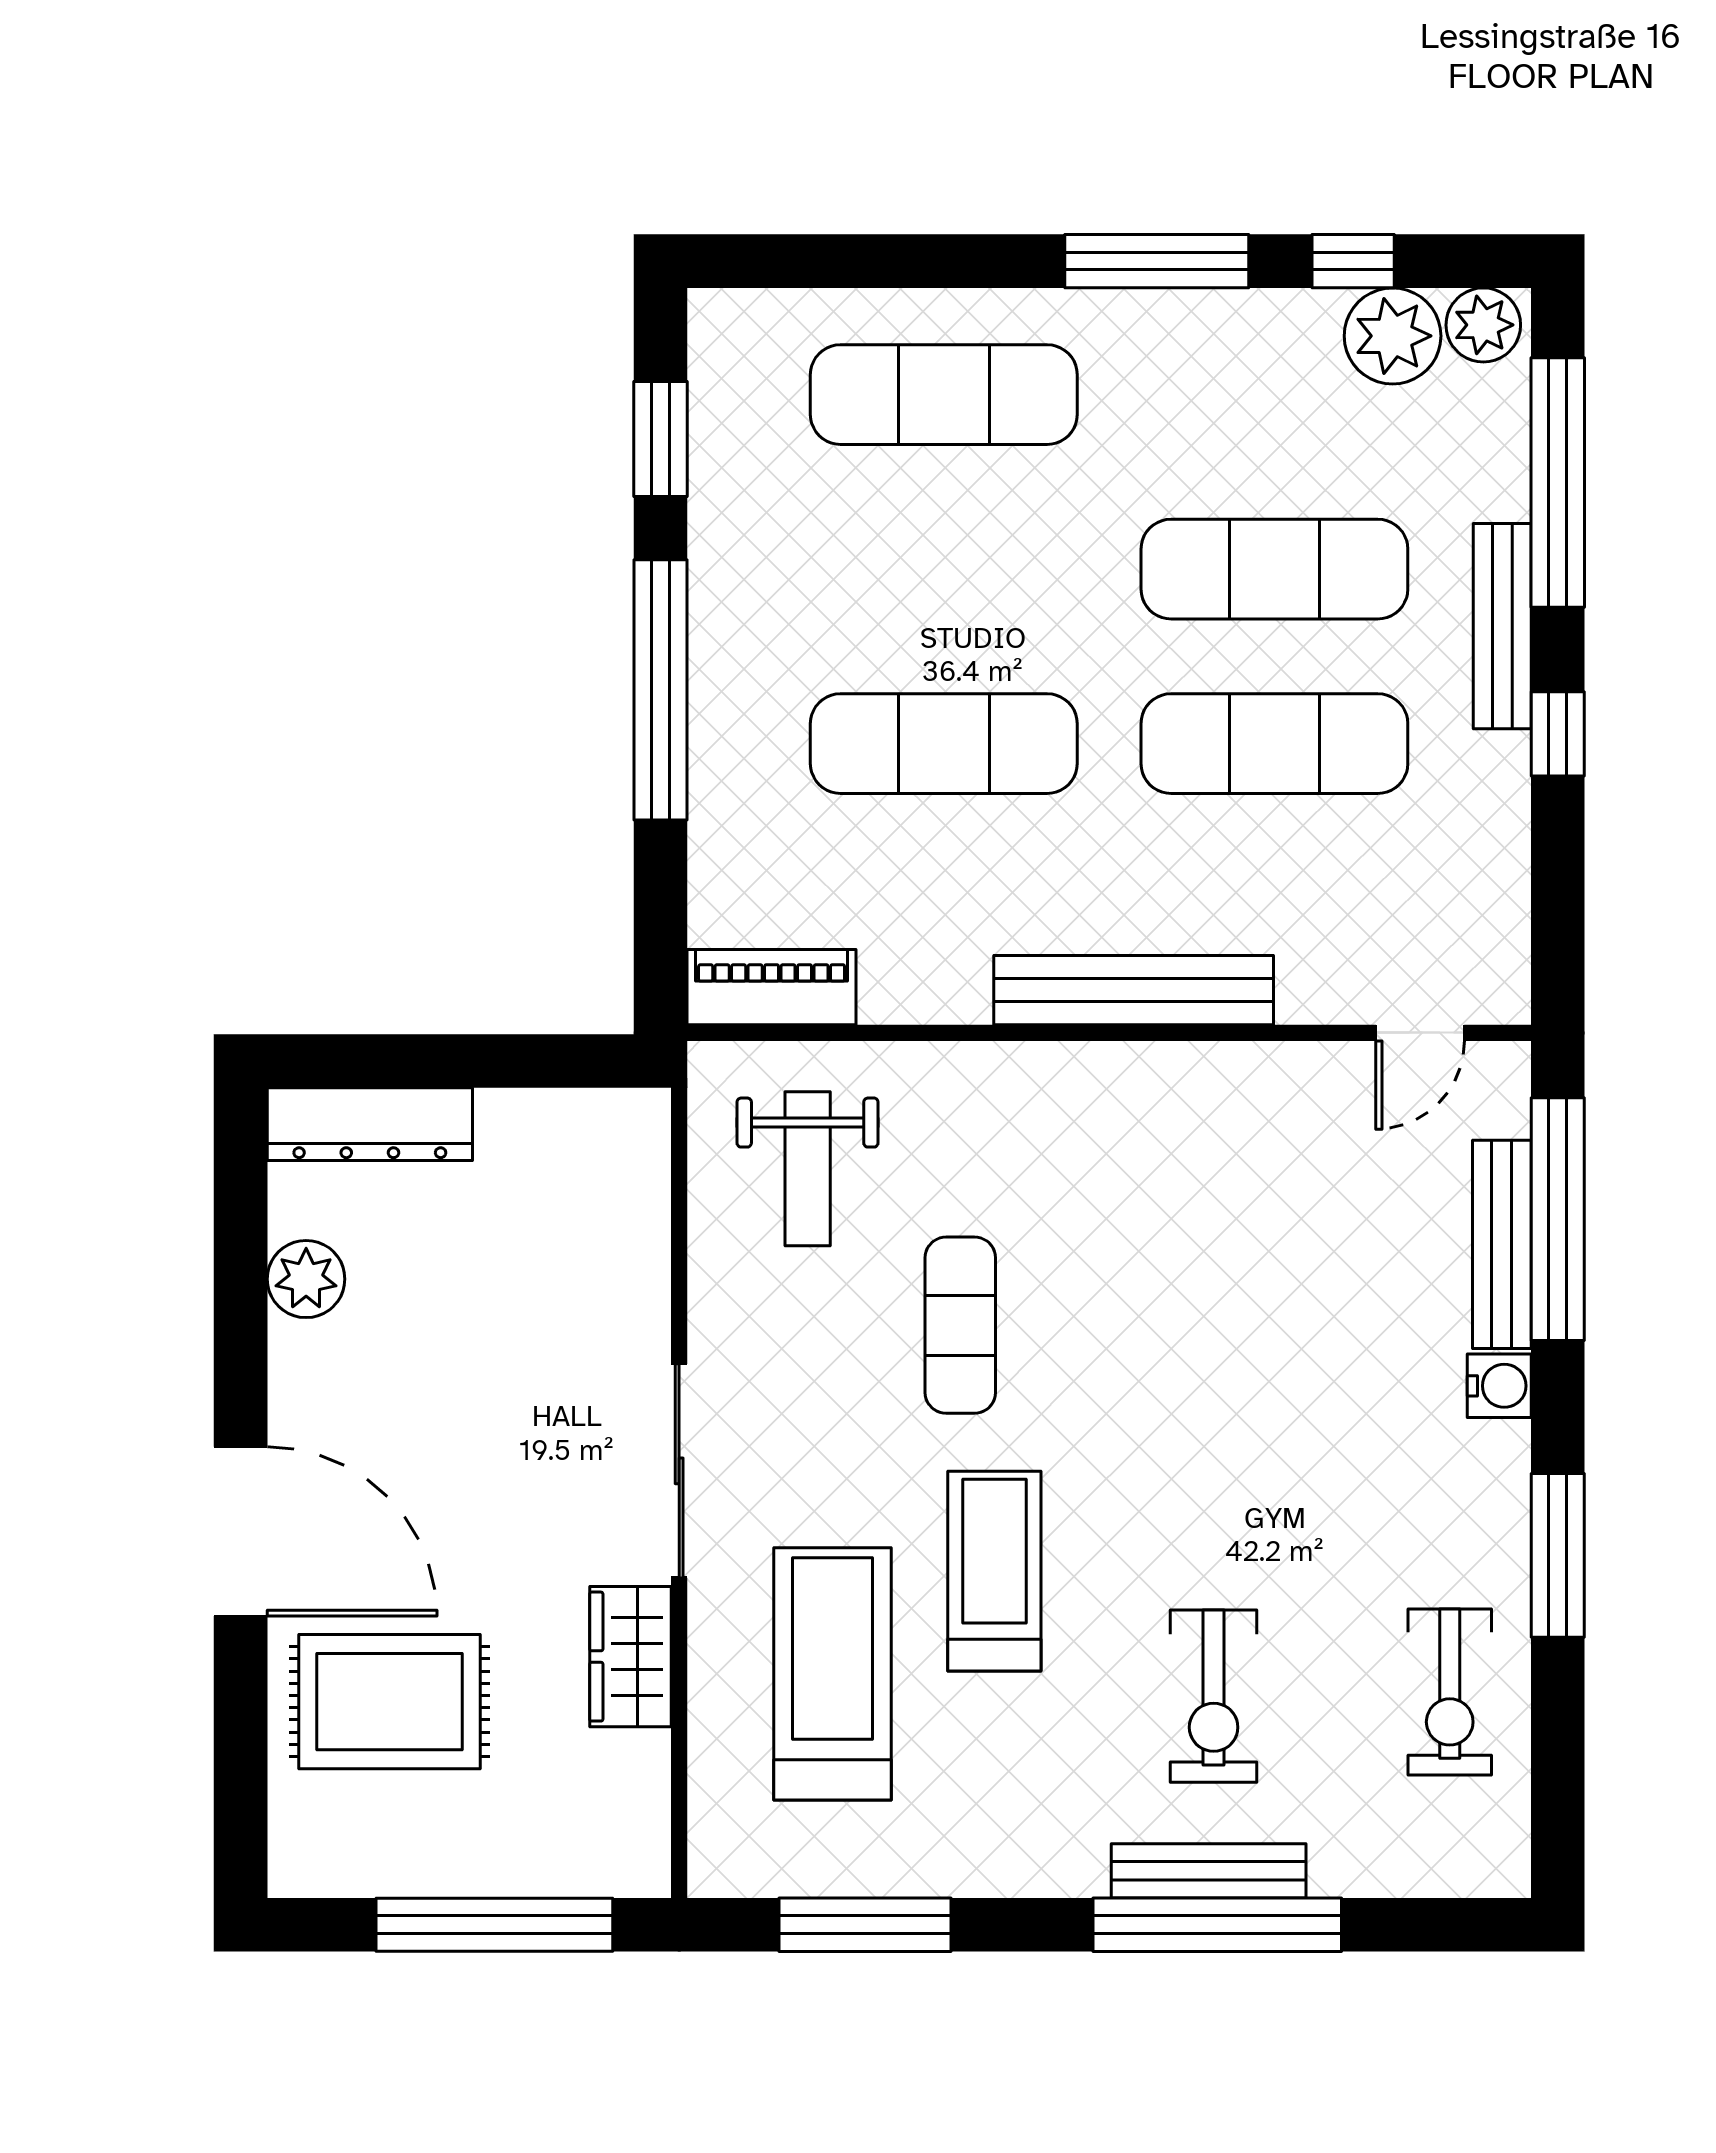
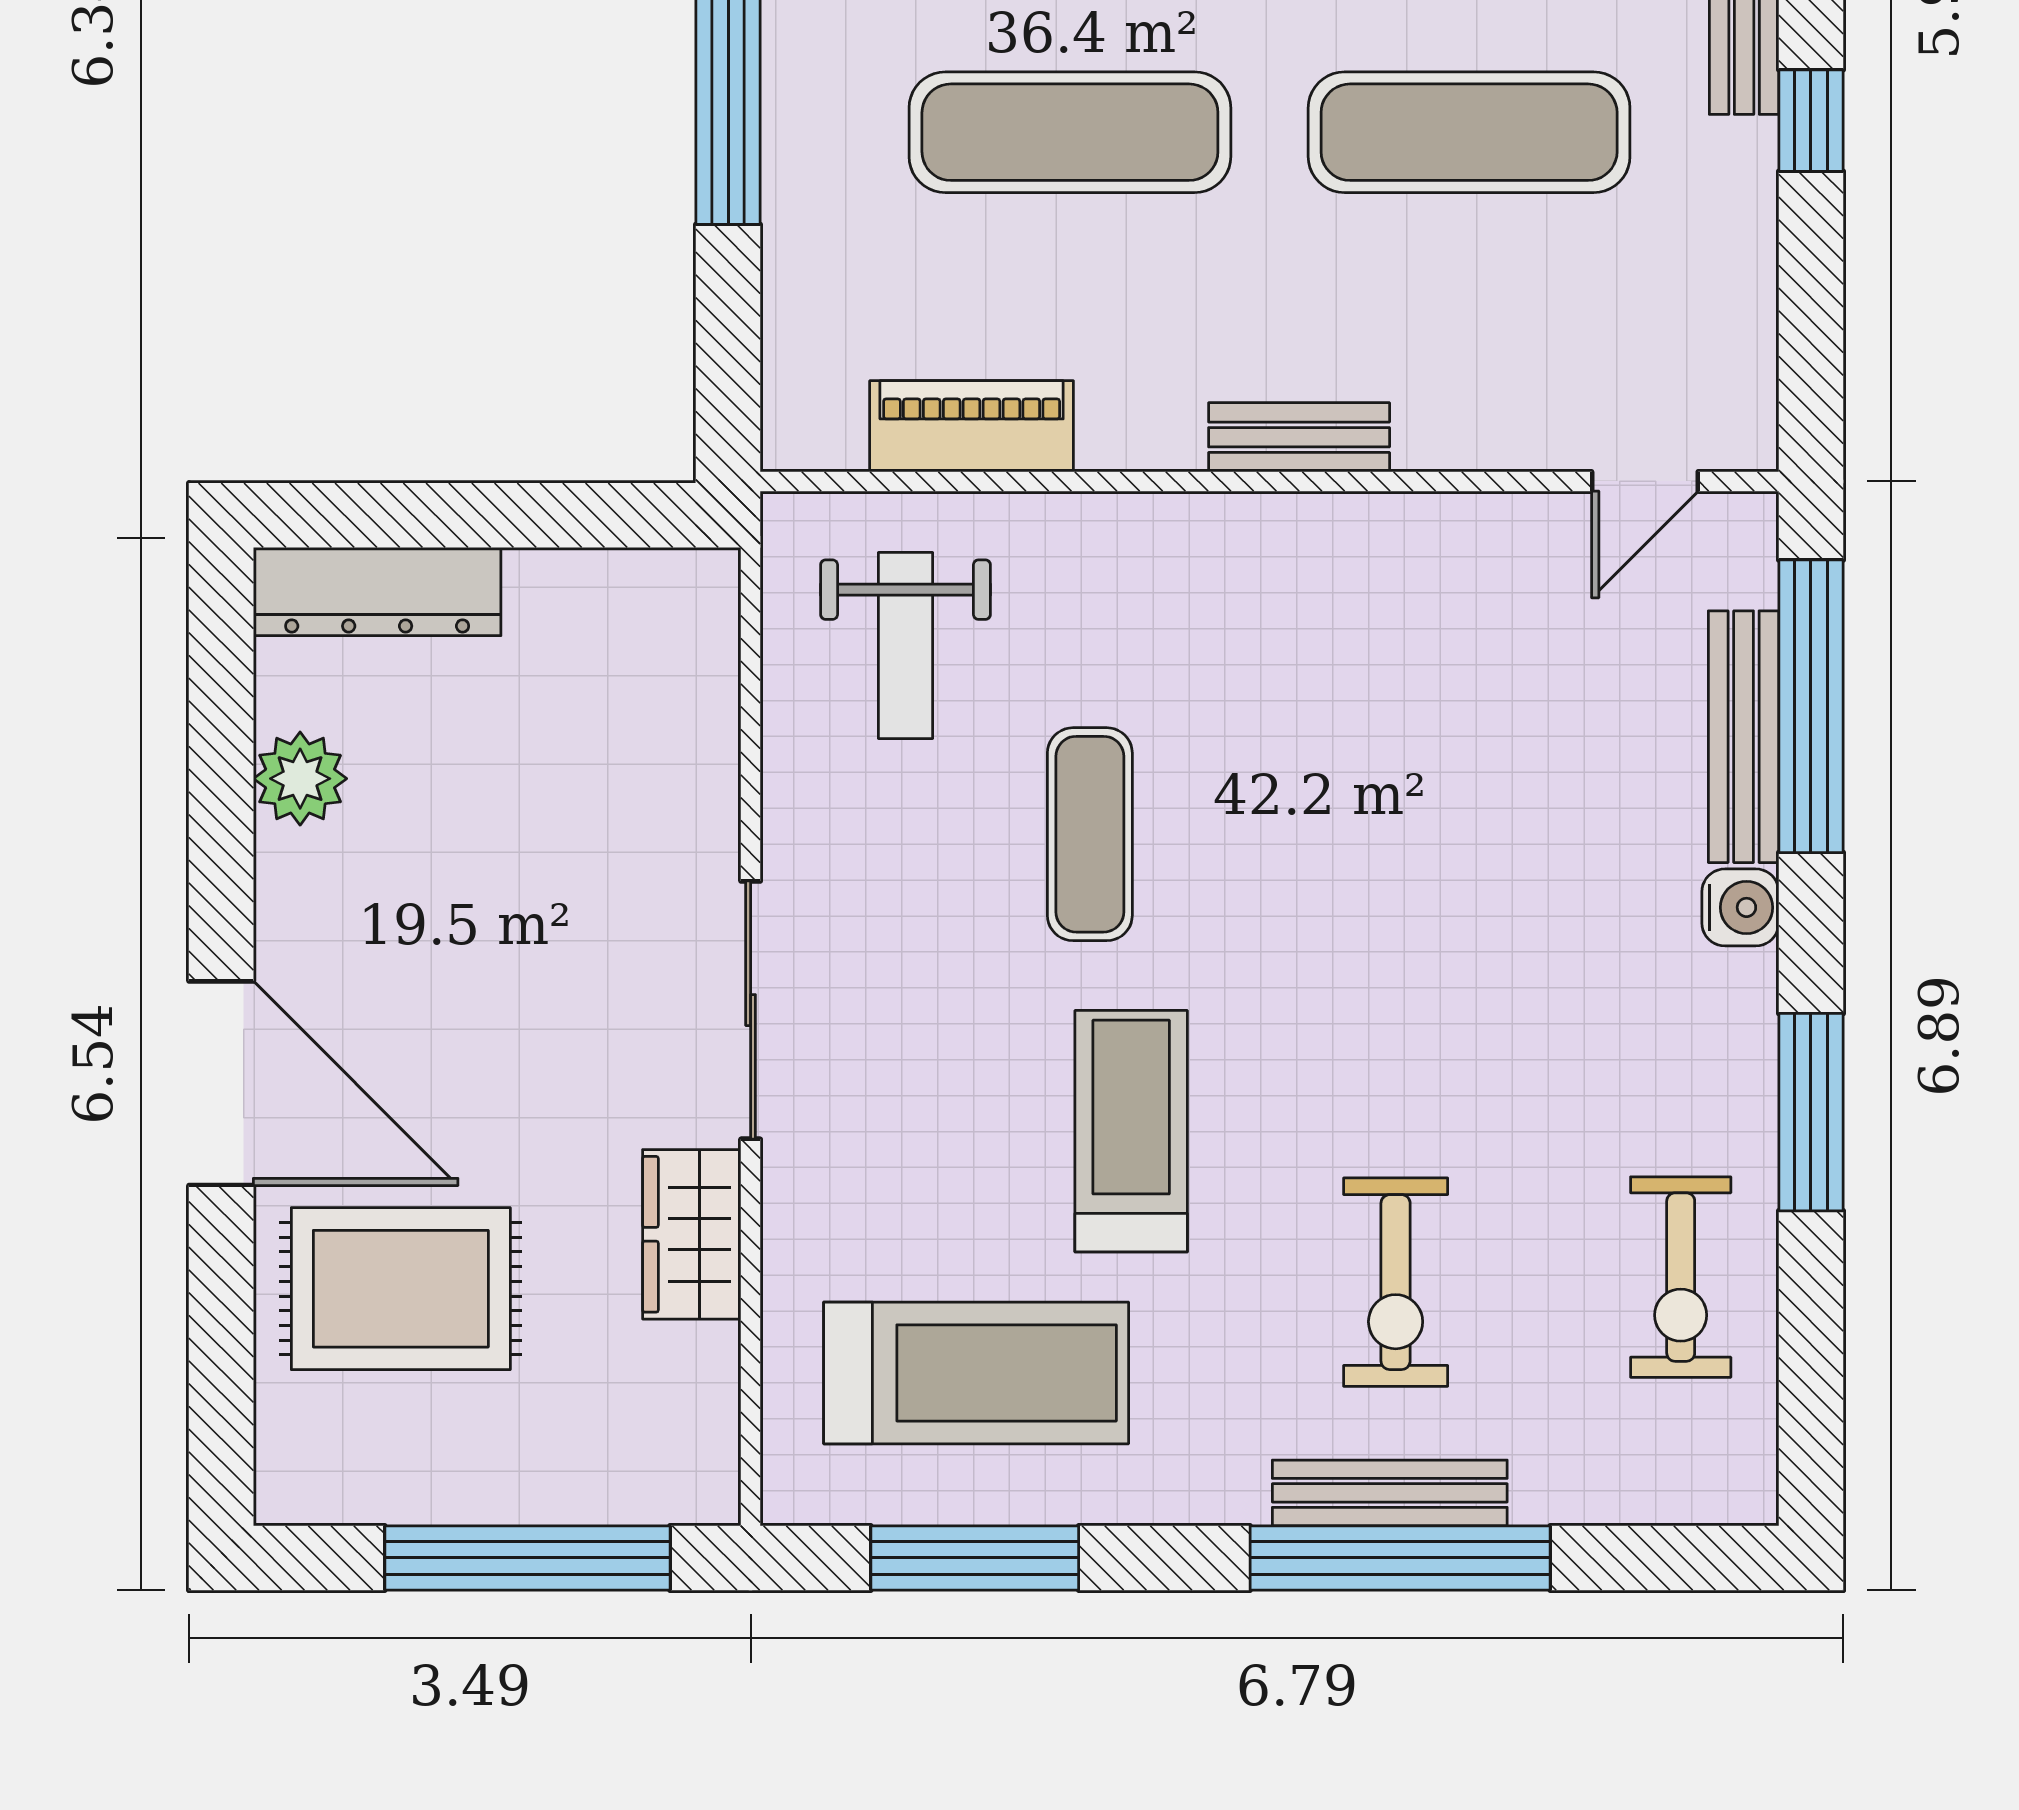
piano: (772, 987) -> (972, 426), moved
bench: (1134, 990) -> (1299, 437), width x0.54, depth x0.82
treadmill: (832, 1674) -> (976, 1373), moved, turned 90

